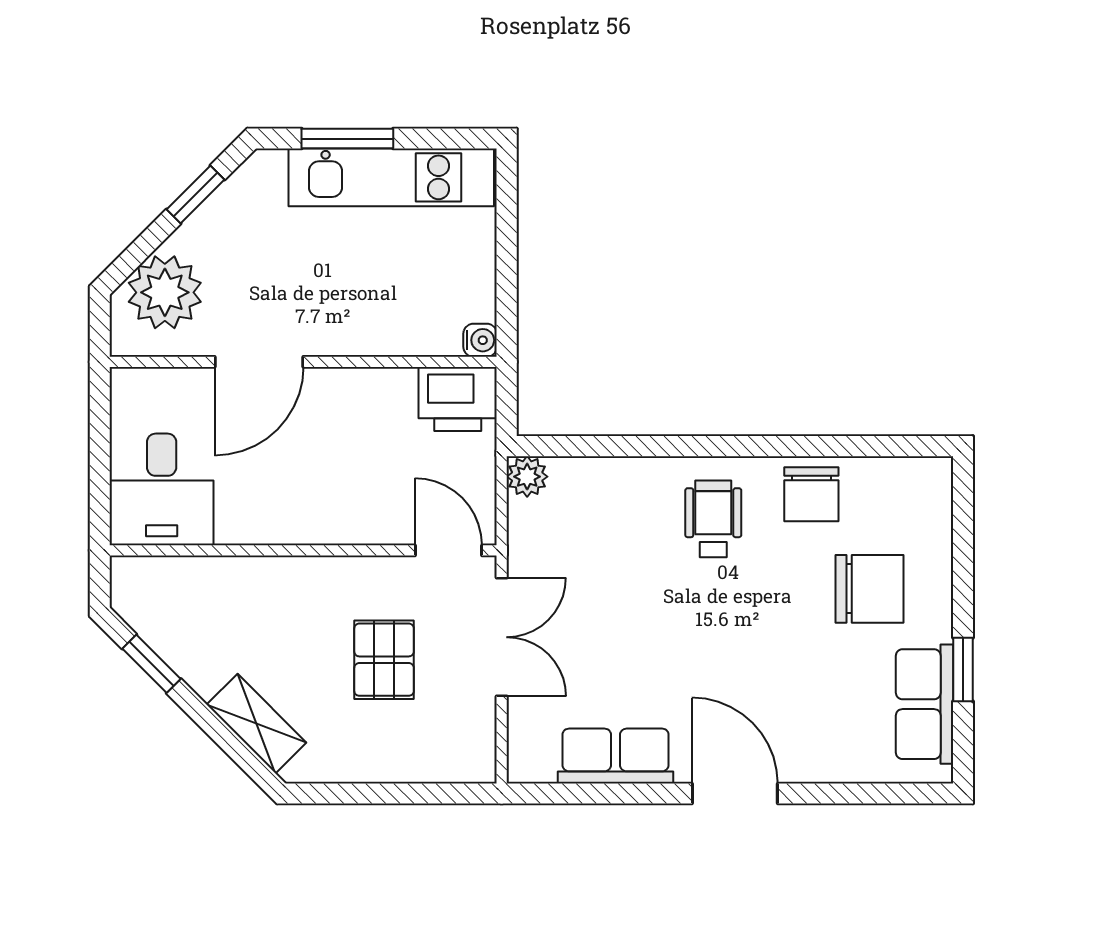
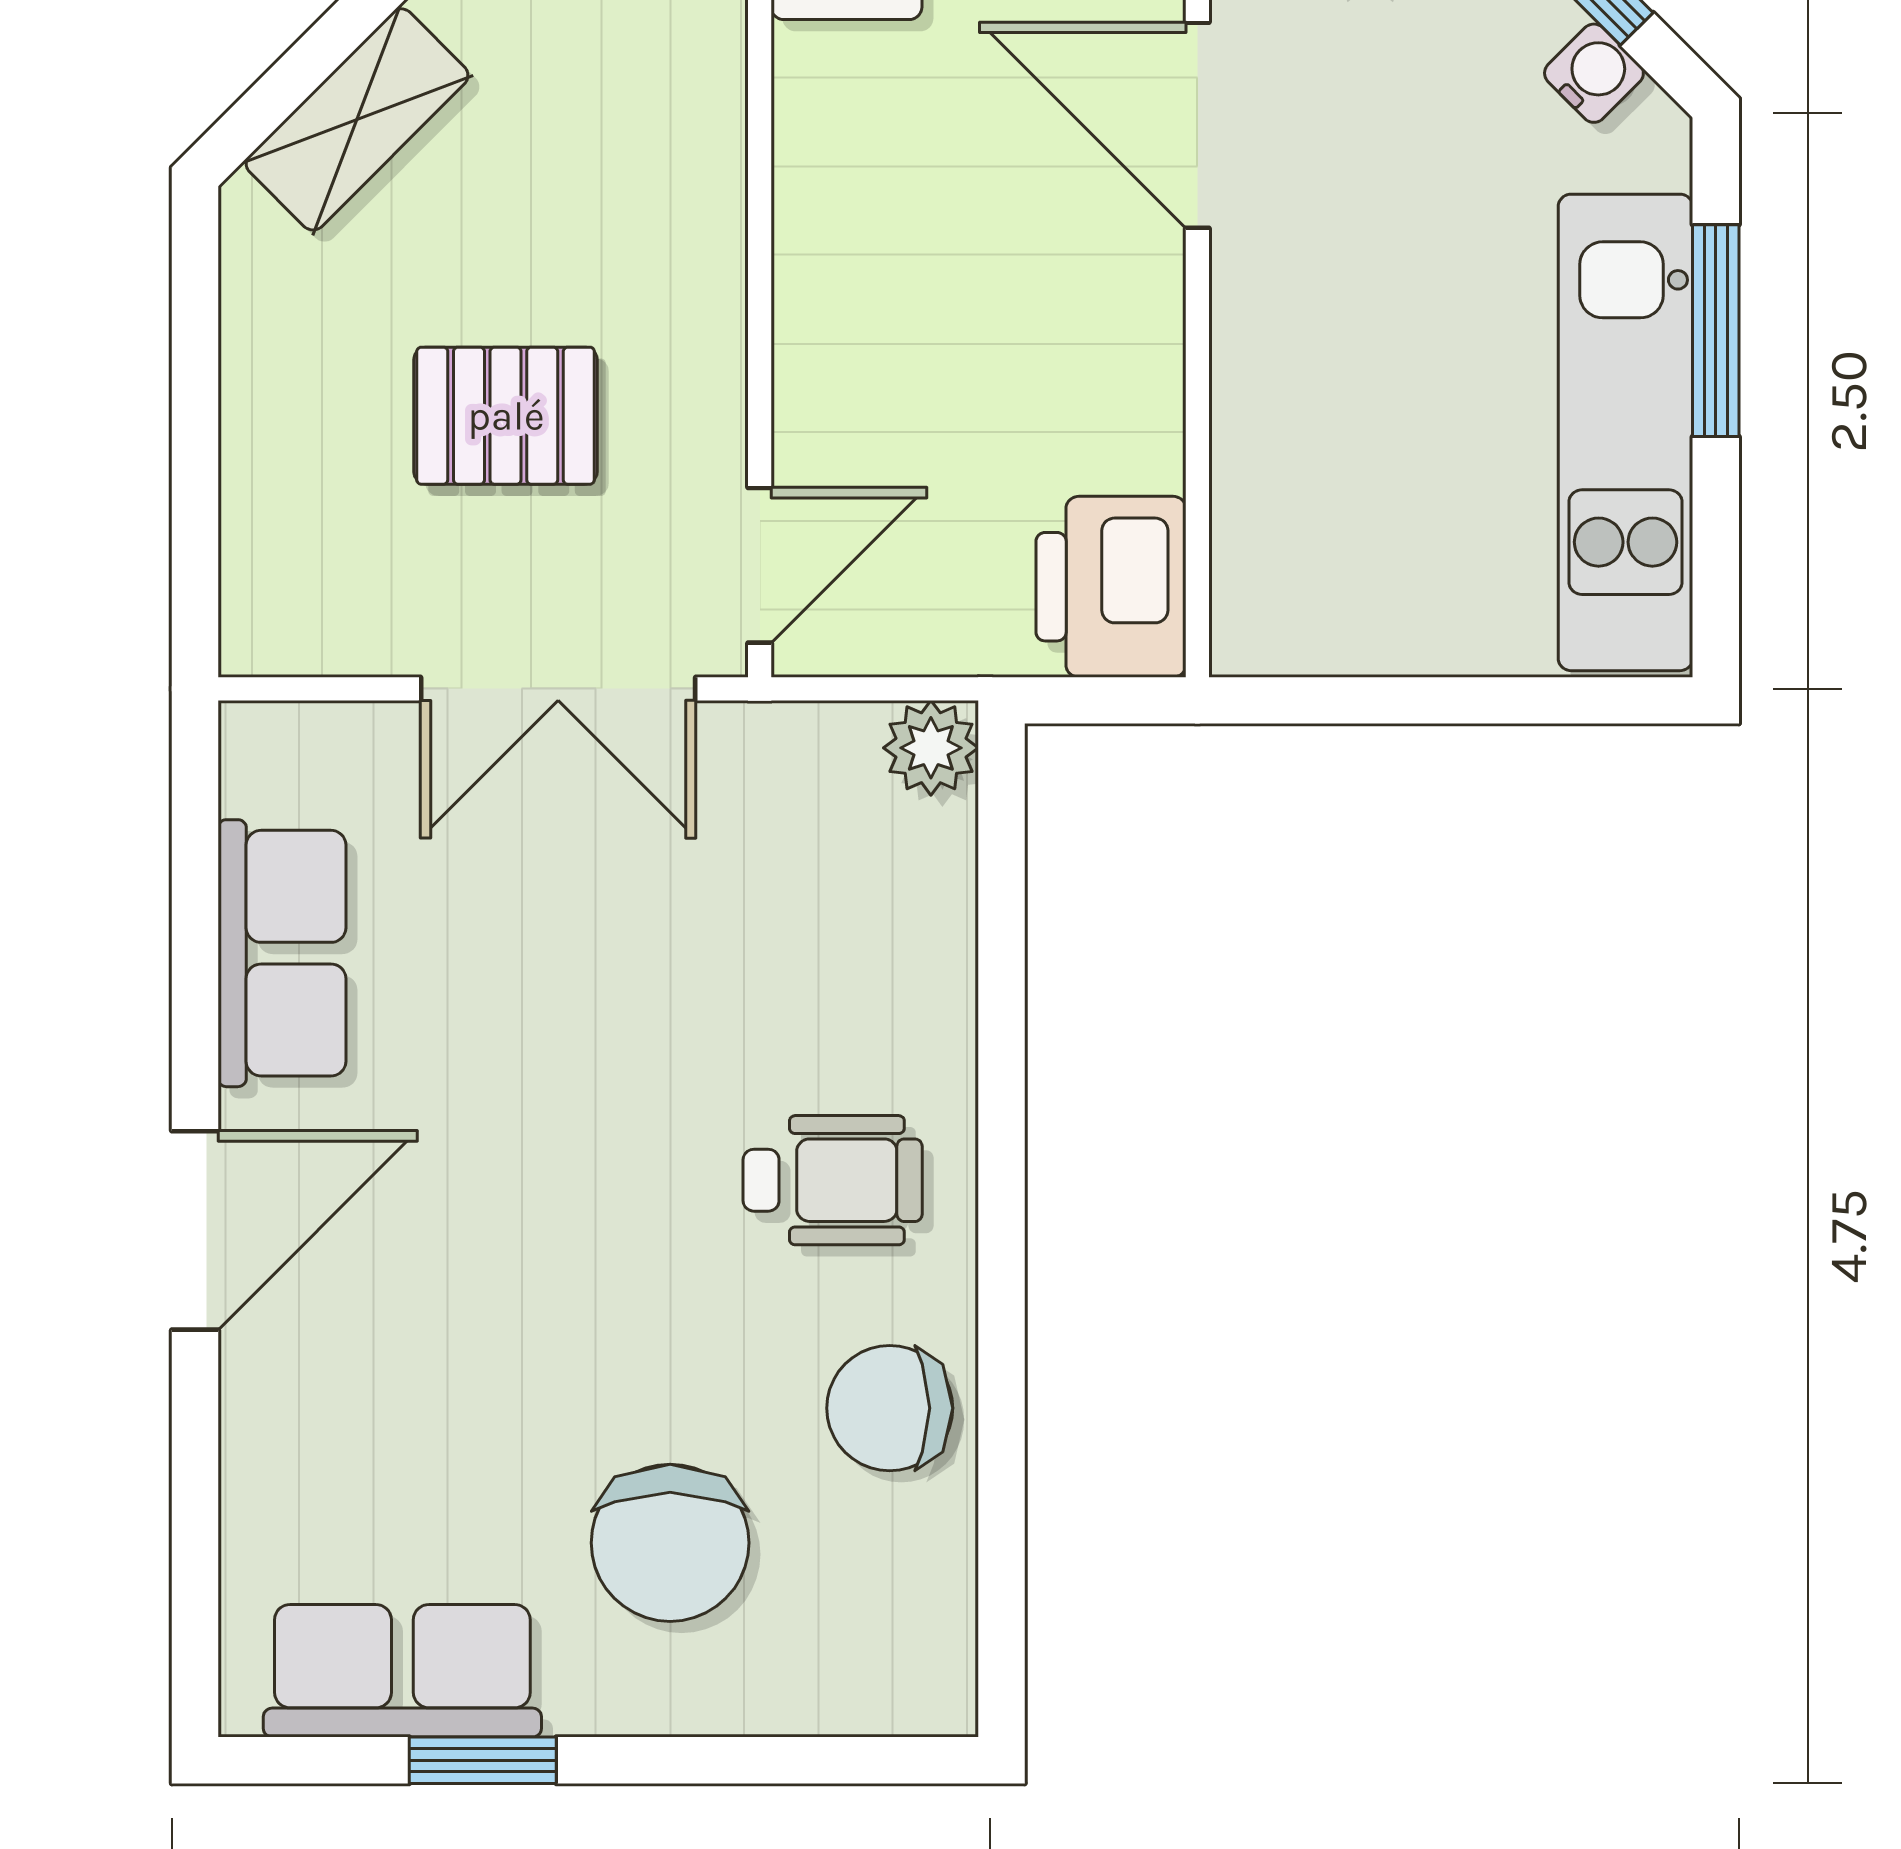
water cooler: (480, 340) -> (1594, 73), moved, turned -135

